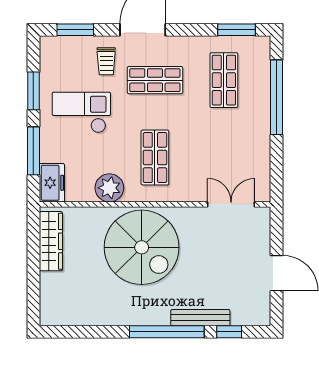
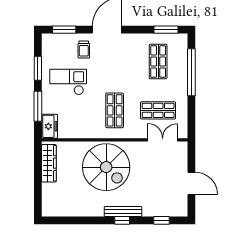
shop shelf: (155, 80) -> (158, 110), moved
plant: (109, 188) -> (86, 130), removed
bench: (200, 318) -> (123, 212), moved
window: (167, 332) -> (122, 220), width x0.32

